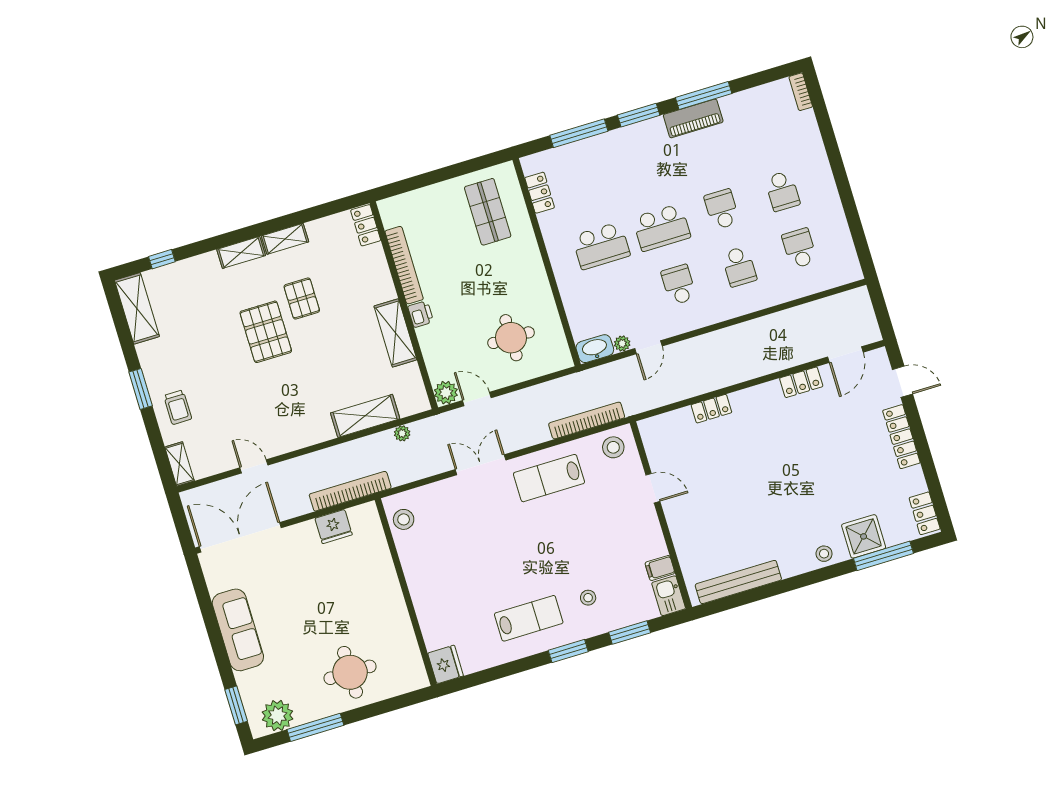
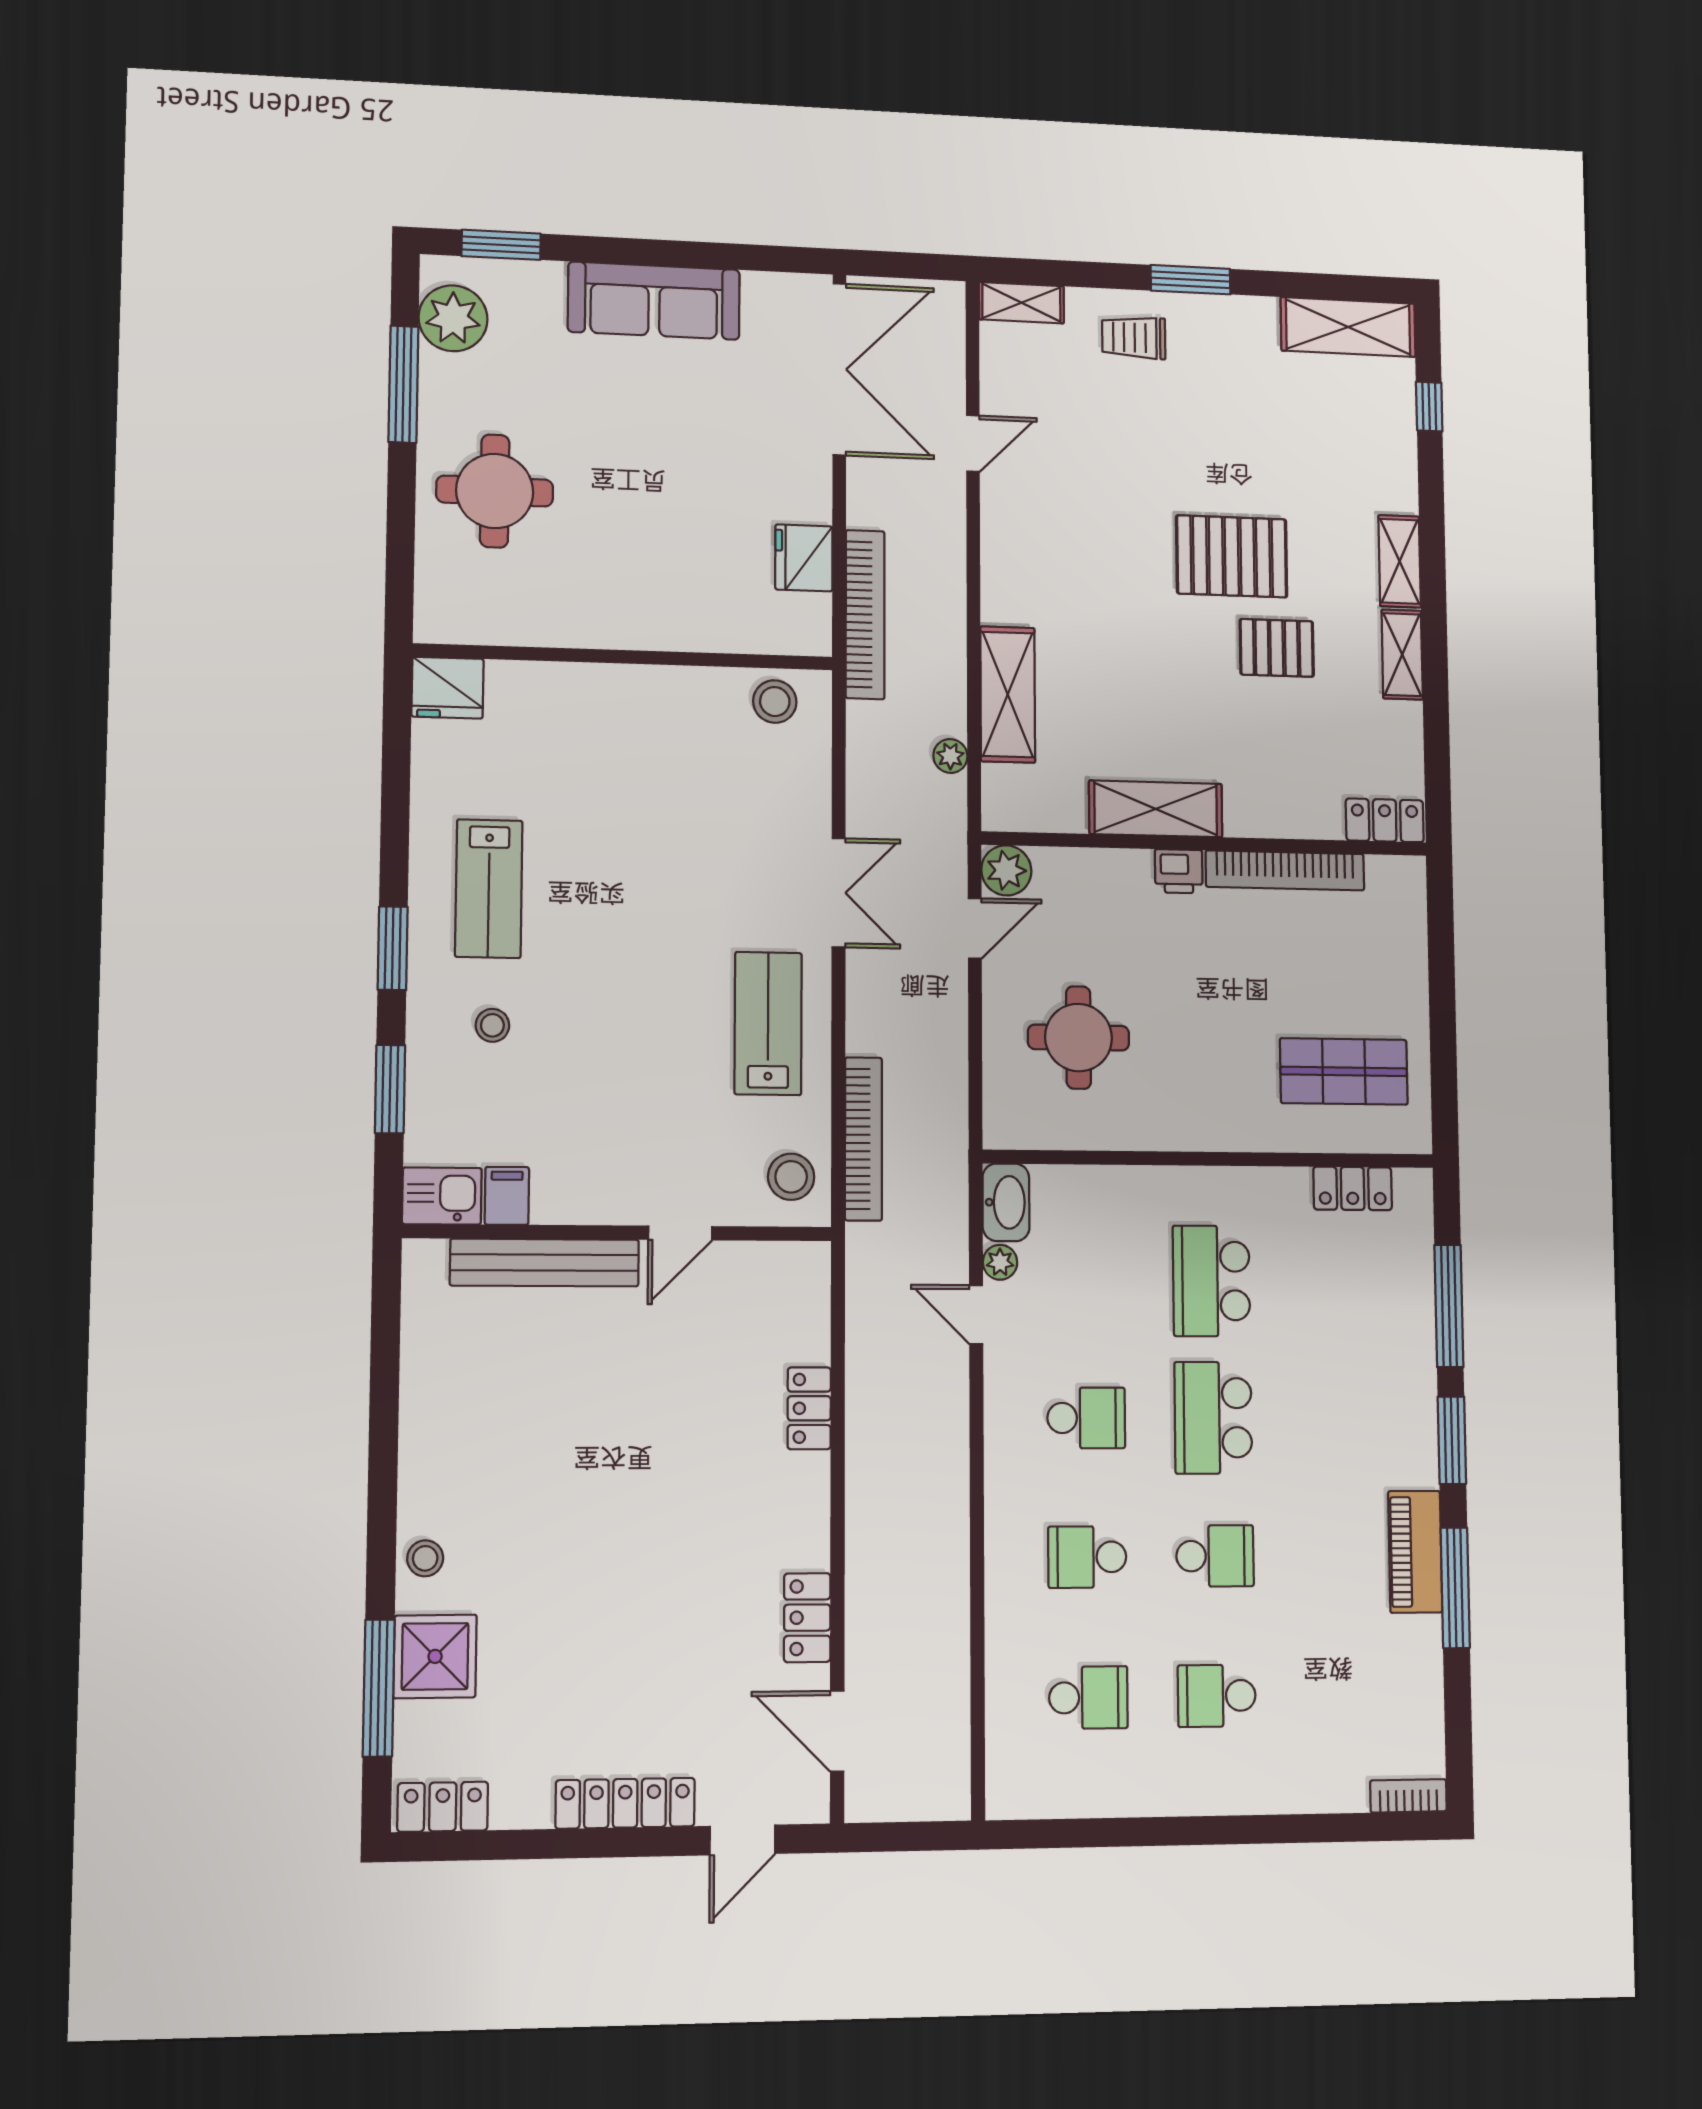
bench: (738, 582) -> (545, 1263), moved, turned 90

